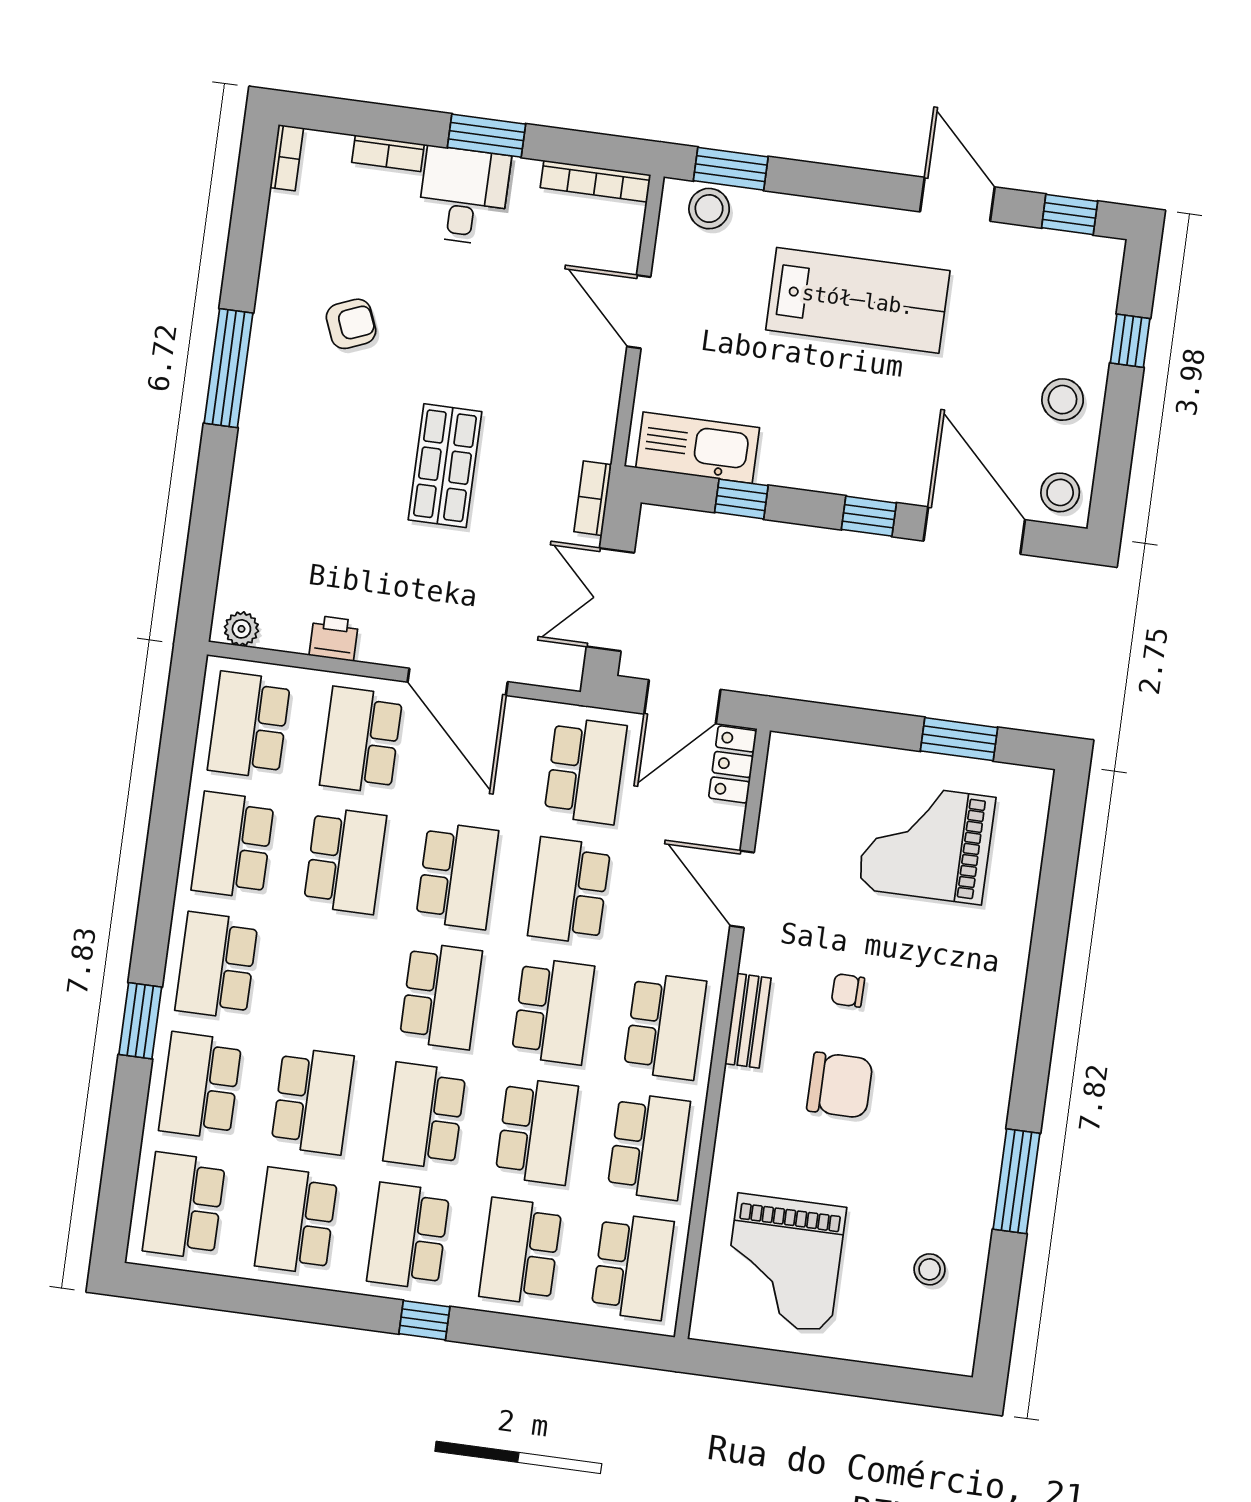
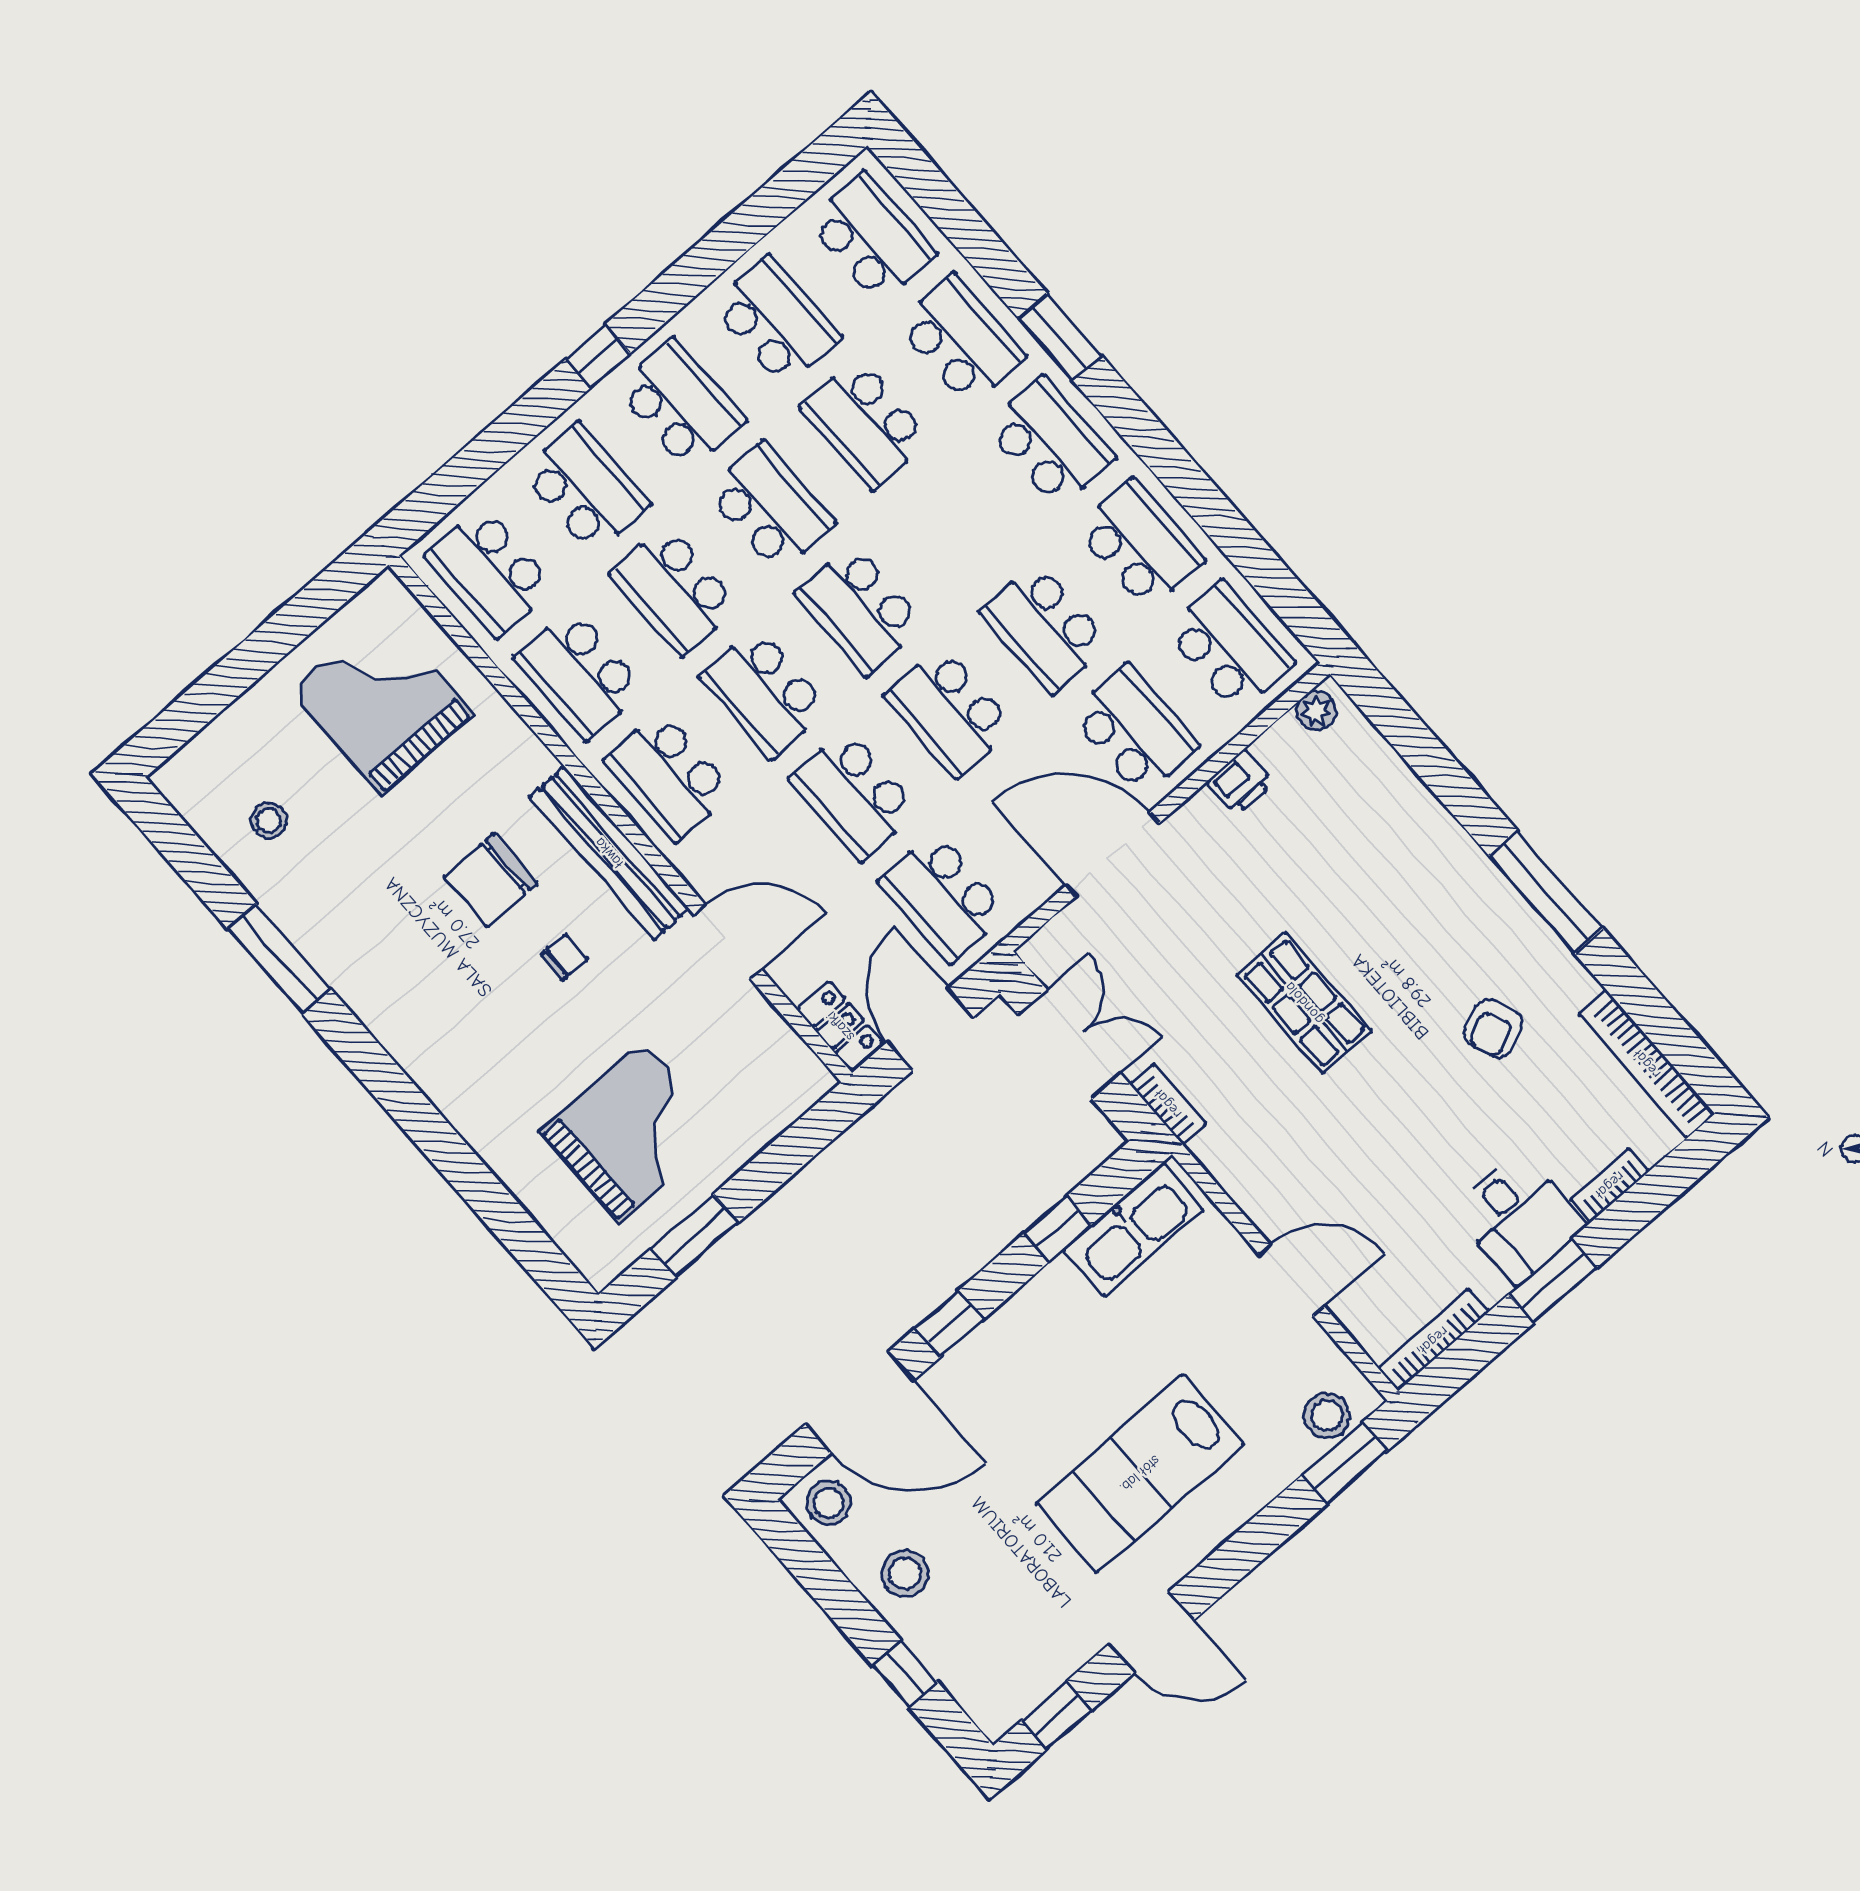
bookcase: (287, 158) -> (1647, 1064), width x2.31, depth x1.31
school desk: (569, 891) -> (854, 795), turned 180
bench: (748, 1021) -> (609, 853), width x1.86, depth x1.21

